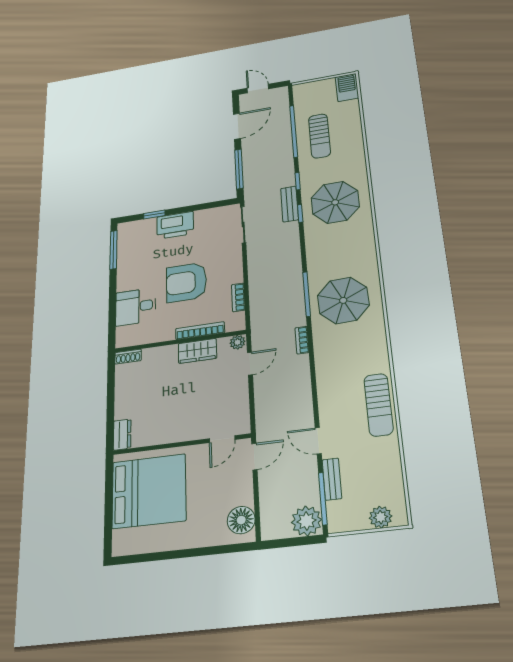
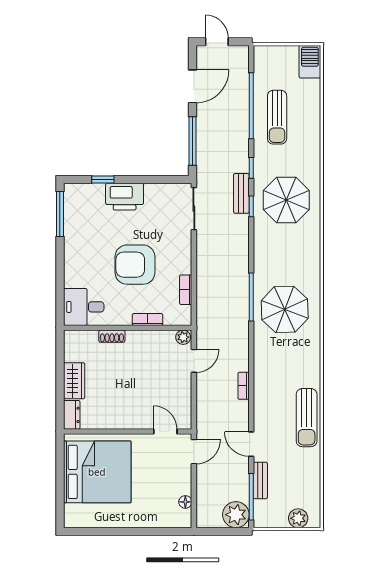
desk: (136, 307) -> (84, 307), moved
bookcase: (200, 331) -> (147, 319), width x0.64
bookcase: (302, 340) -> (244, 386), moved
wardrobe: (197, 351) -> (74, 381), moved, turned -90
shoe rack: (128, 357) -> (112, 336), moved
door: (222, 439) -> (165, 432), swing flipped
floor lamp: (241, 520) -> (185, 502), width x0.53, depth x0.53

